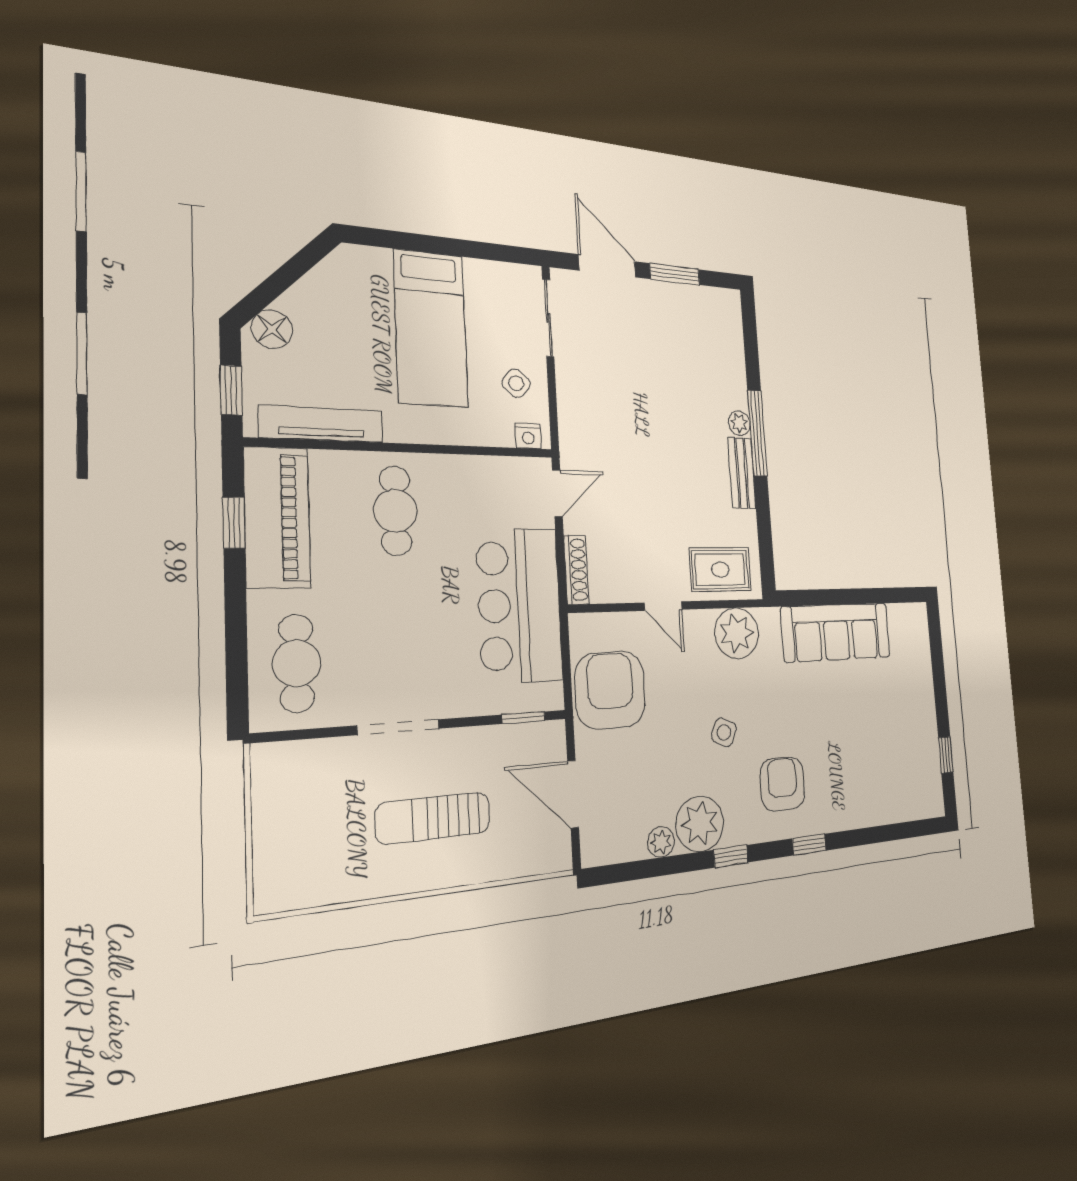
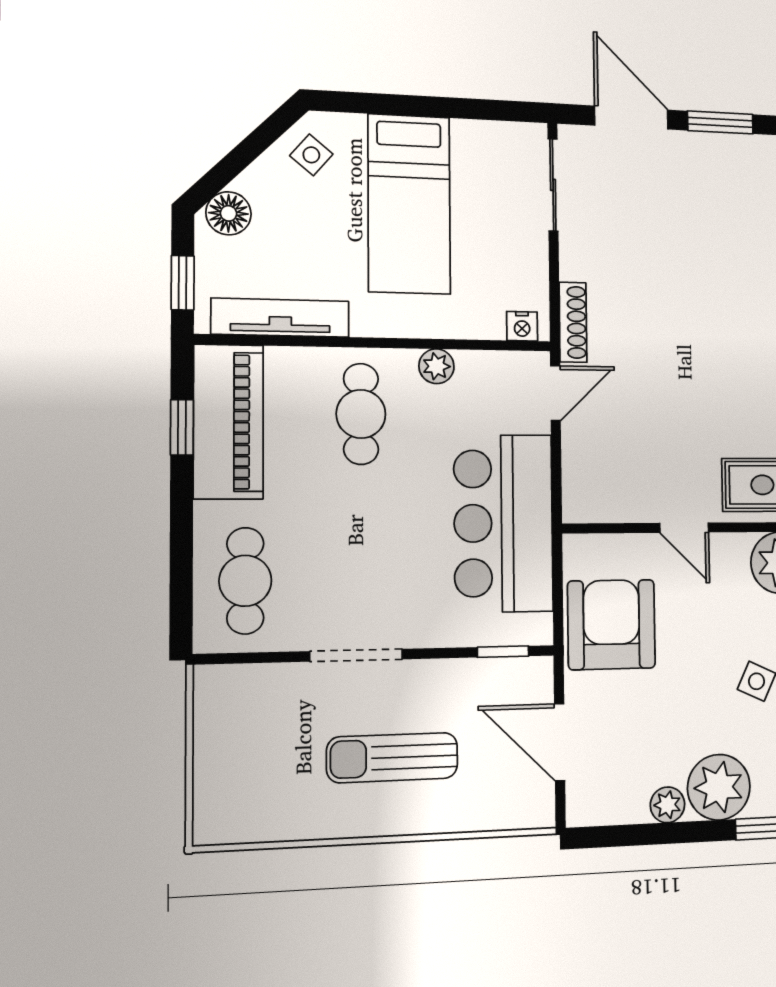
side table: (516, 383) -> (311, 155), moved
plant: (459, 469) -> (436, 366), added
shoe rack: (576, 570) -> (573, 322), moved

